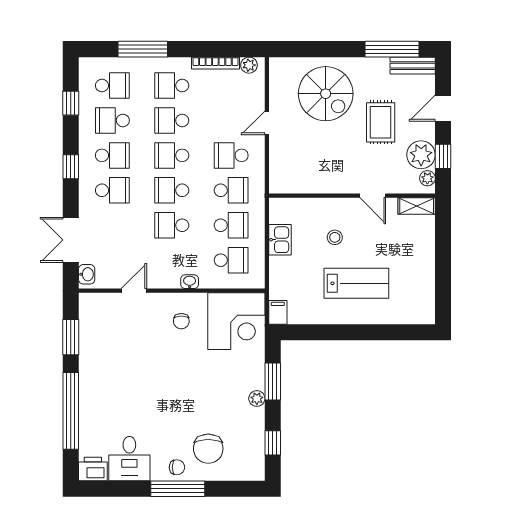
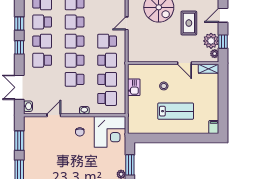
window: (71, 103) -> (19, 24), moved
school desk: (112, 190) -> (42, 60), turned 180
filing cabinet: (278, 312) -> (214, 127), moved

